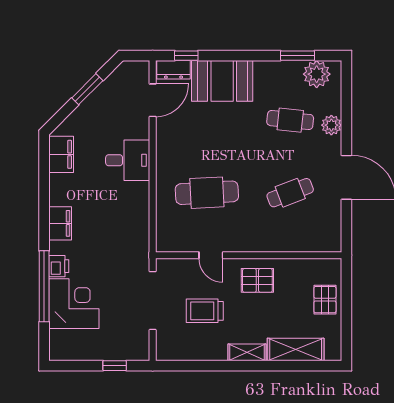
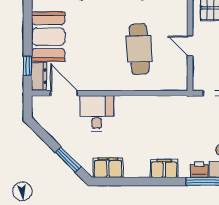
window: (87, 89) -> (68, 160), moved
desk: (128, 160) -> (97, 113), moved
door: (211, 255) -> (190, 46), swing flipped

